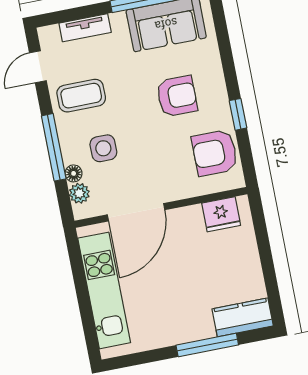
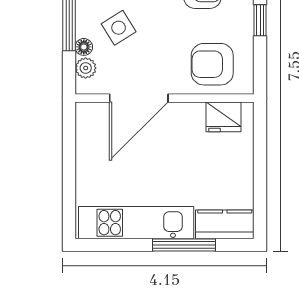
side table: (103, 148) -> (119, 28), turned -32
armchair: (215, 153) -> (212, 64), moved
kitchen unit: (104, 290) -> (136, 223), moved, turned -90

